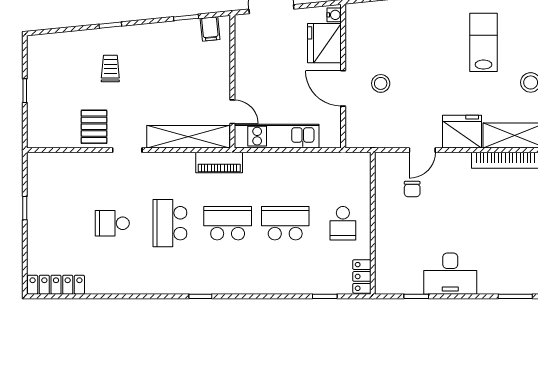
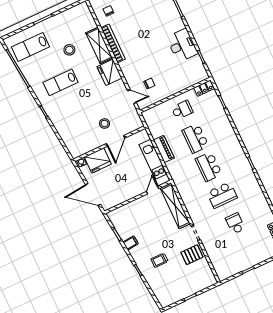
filing cabinet: (210, 29) -> (131, 243), moved
door: (422, 150) -> (132, 97), moved
piano: (219, 162) -> (164, 149), moved
school desk: (112, 223) -> (235, 223), turned 180

